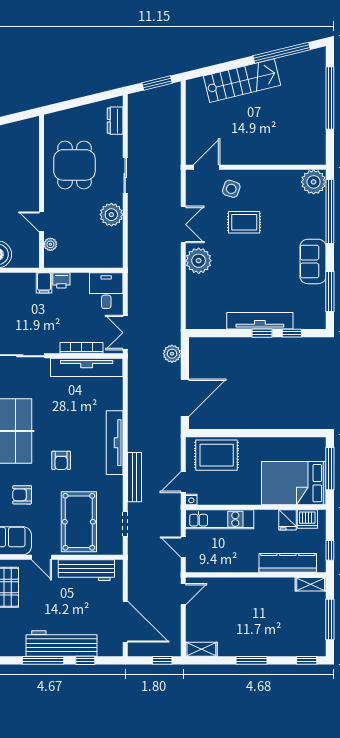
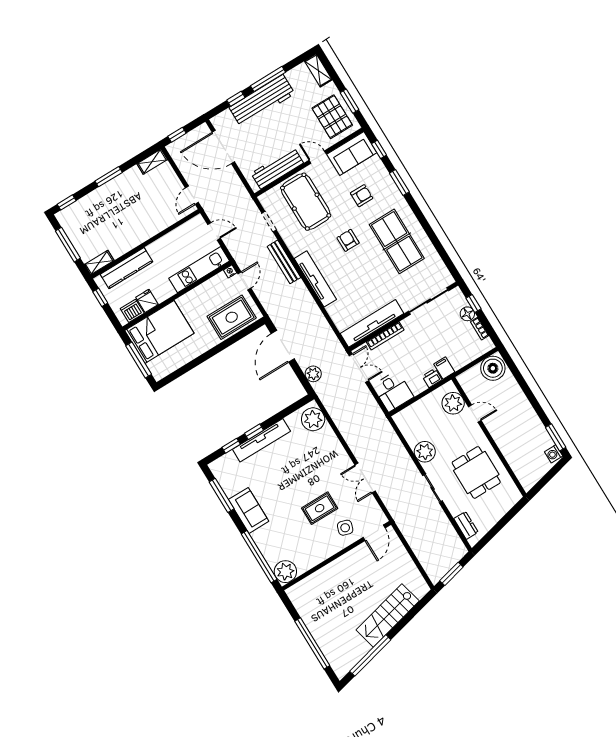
plant: (50, 244) -> (453, 403), width x1.88, depth x1.88
plant: (199, 261) -> (313, 419), moved

